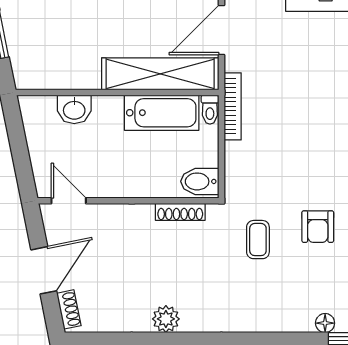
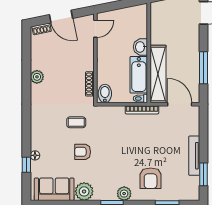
washbasin: (74, 109) -> (140, 47), moved

